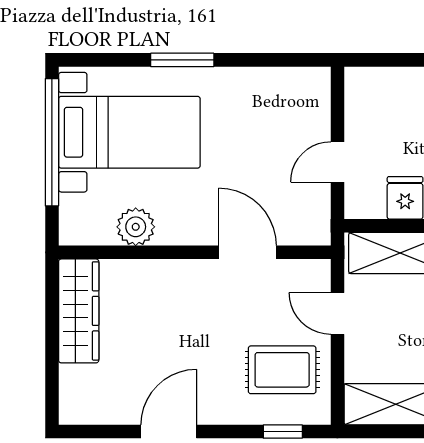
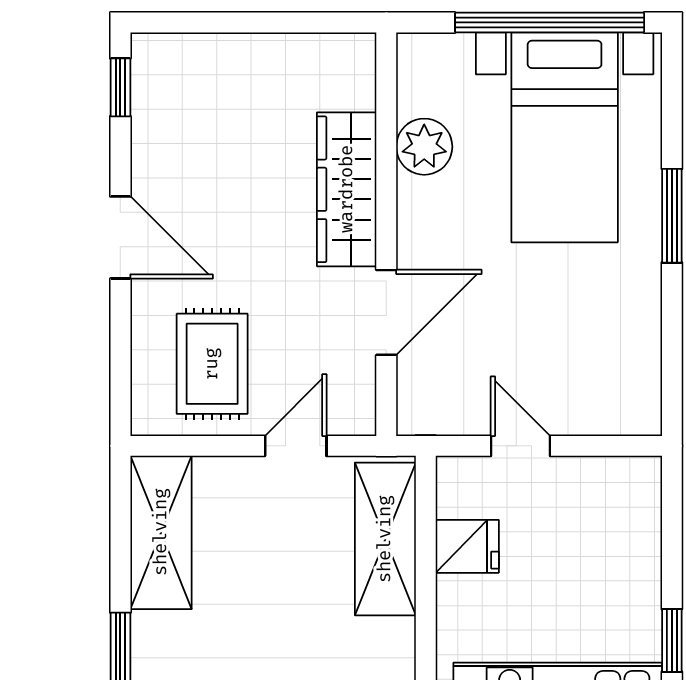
wardrobe: (79, 311) -> (347, 189), moved, turned 90
door: (169, 432) -> (120, 237), moved
window: (283, 432) -> (120, 87), moved

